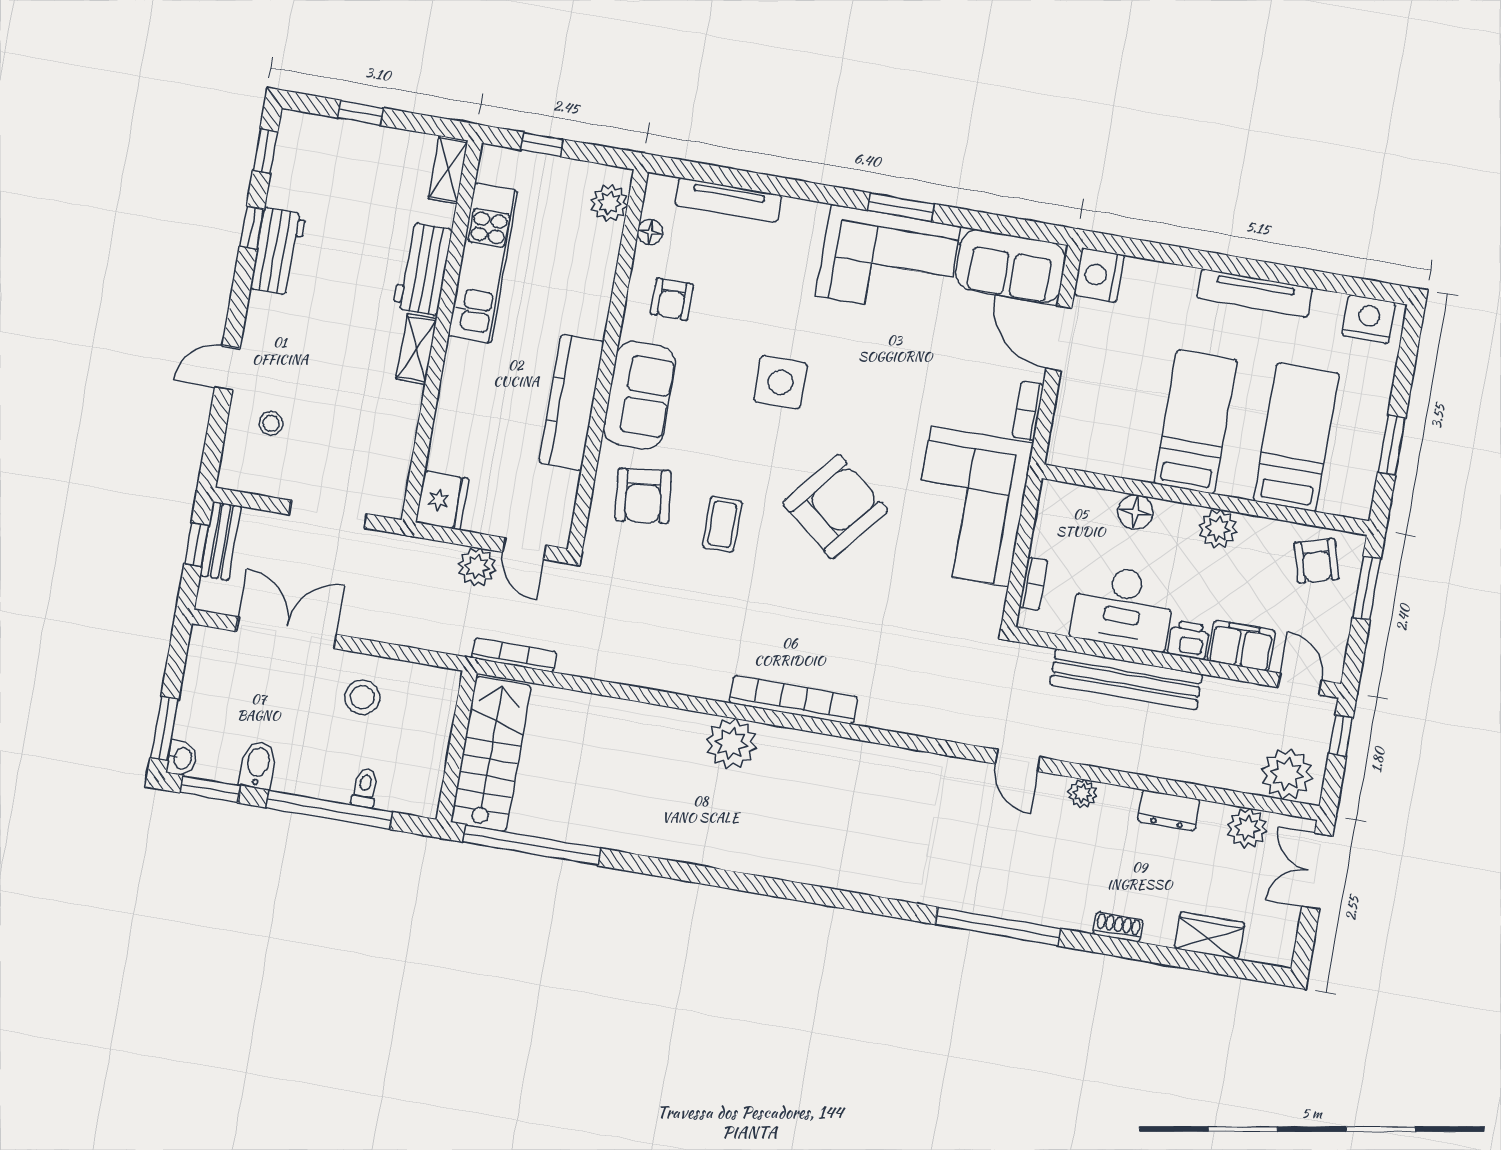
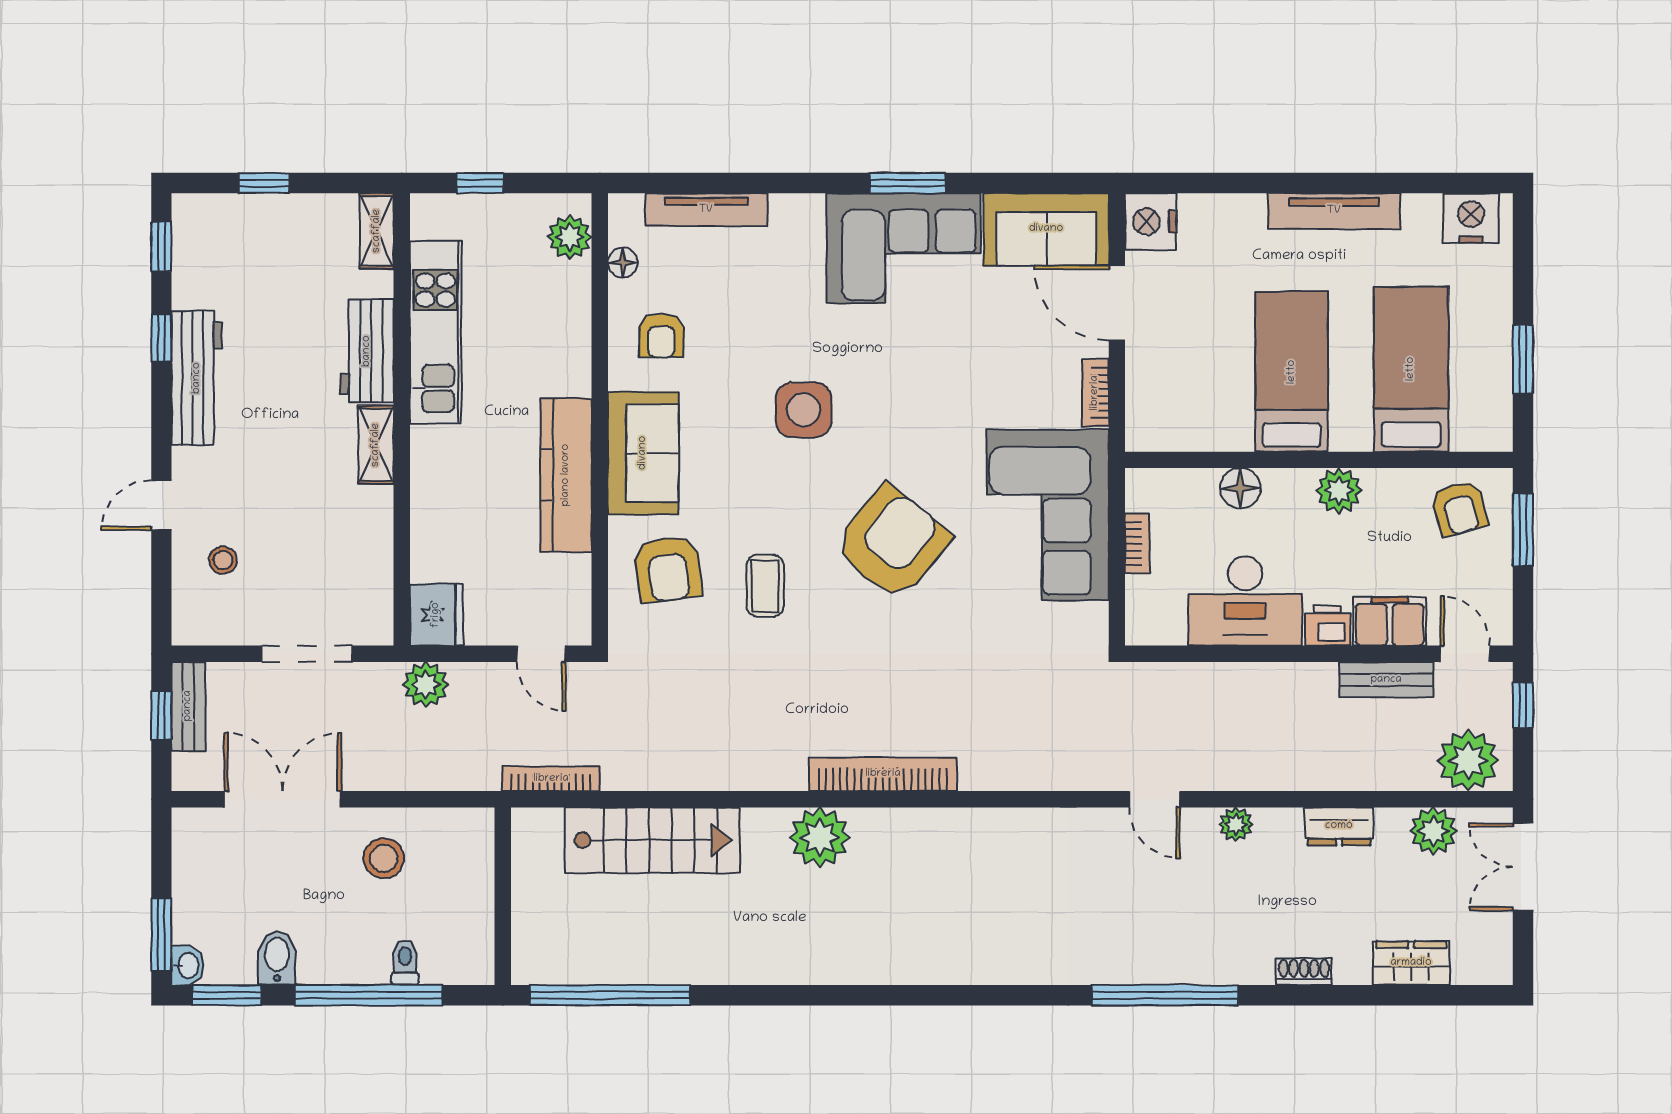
workbench: (278, 251) -> (197, 378), width x1.38
plant: (477, 567) -> (426, 685), moved
bookcase: (1034, 584) -> (1137, 544), moved
bench: (1126, 679) -> (1386, 680), moved, width x0.54, depth x0.82
stairs: (491, 754) -> (652, 840), moved, turned 90

